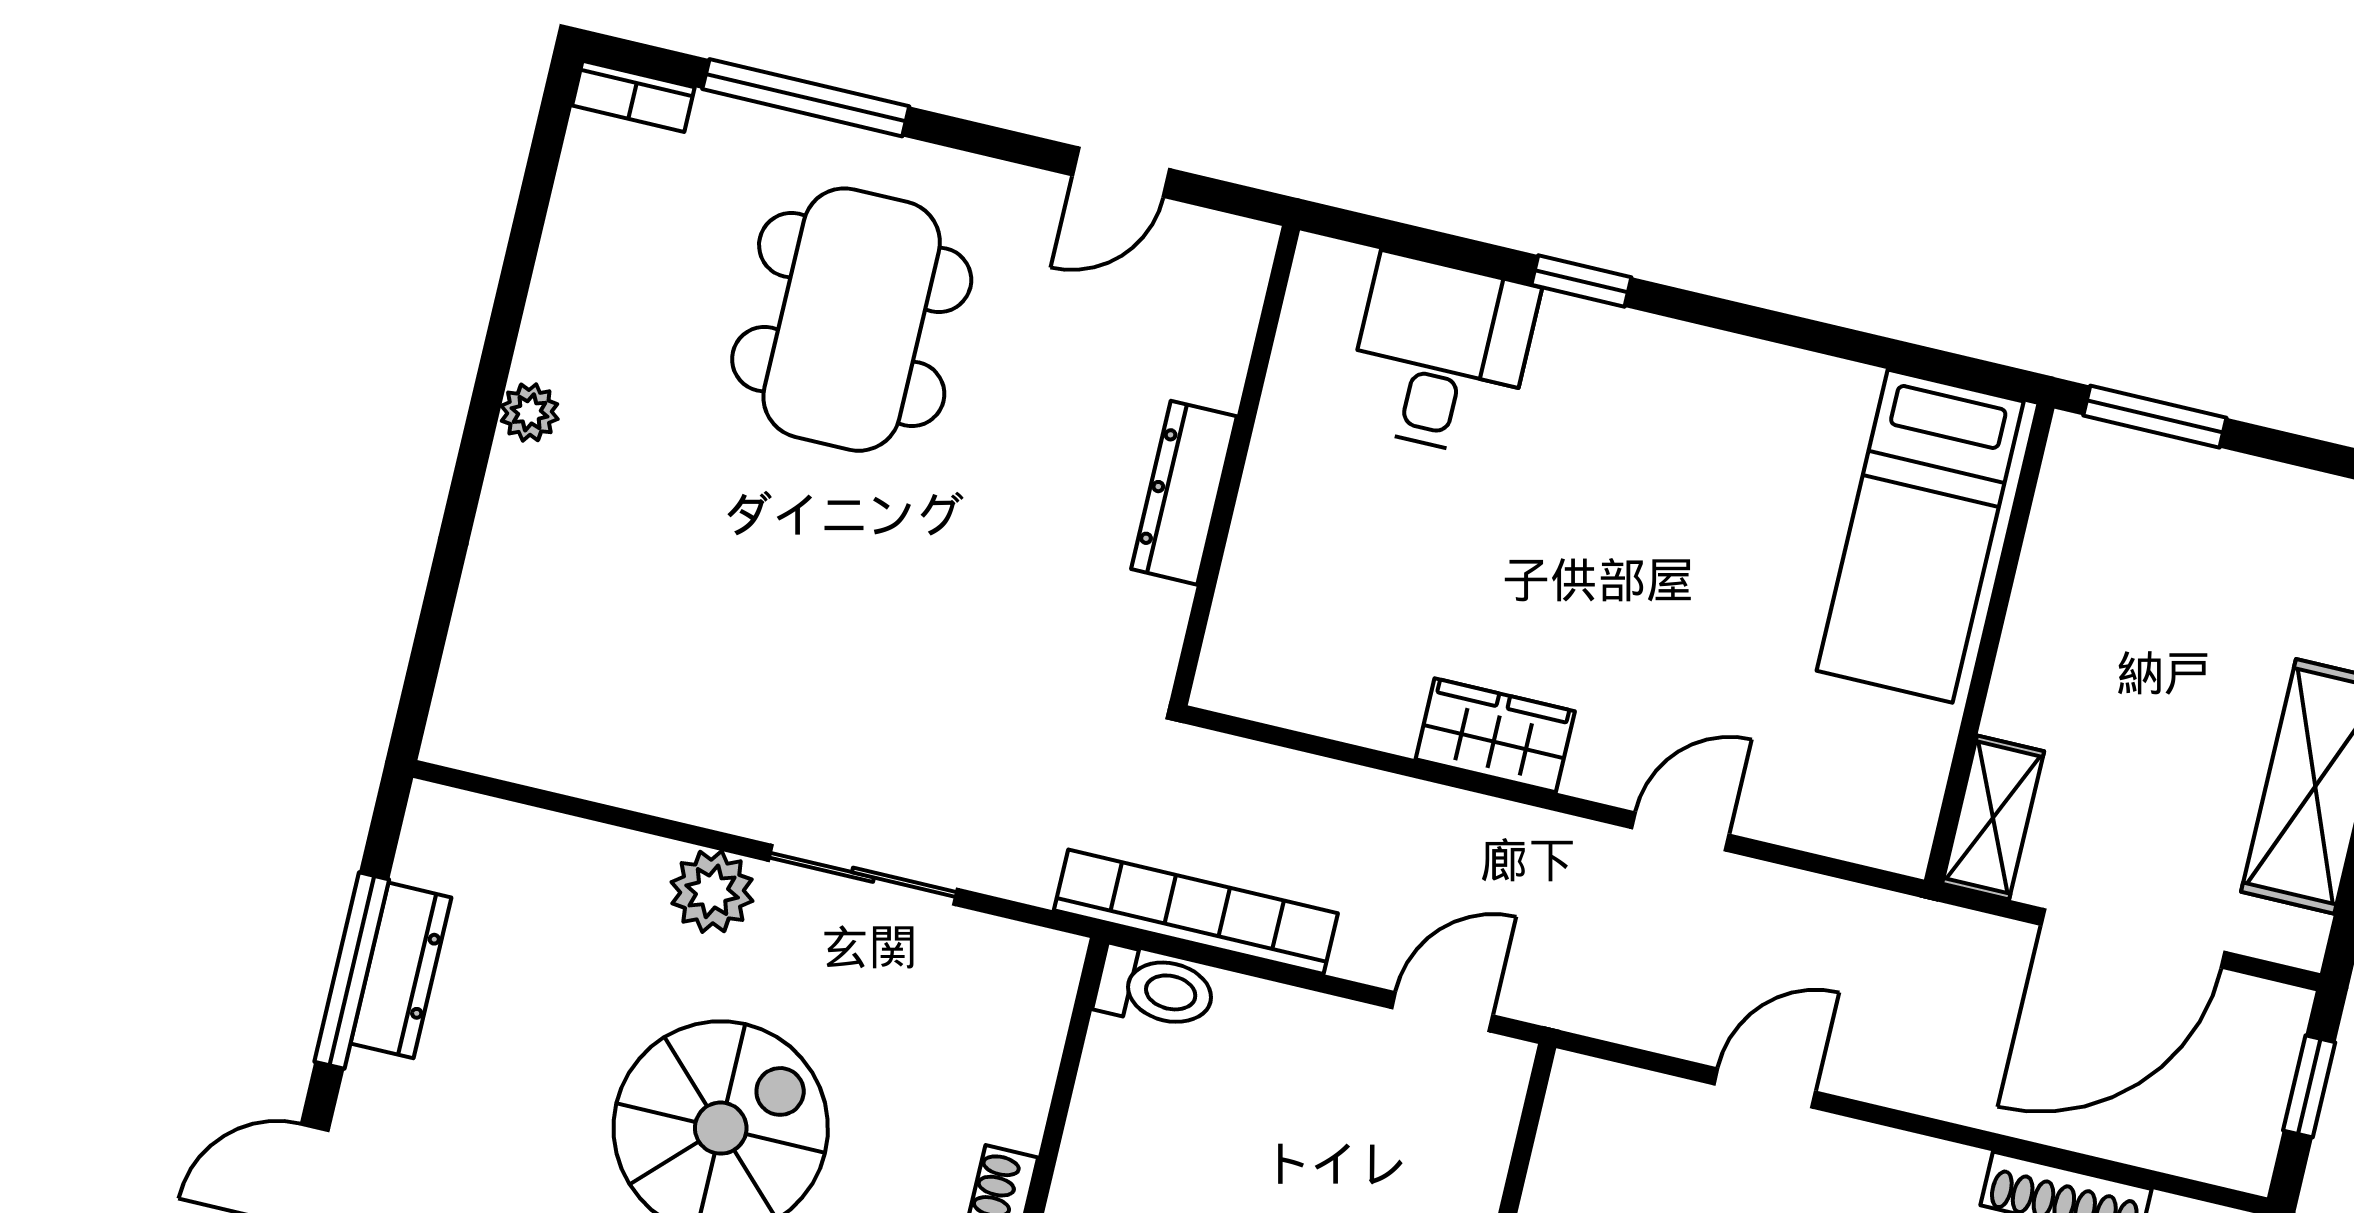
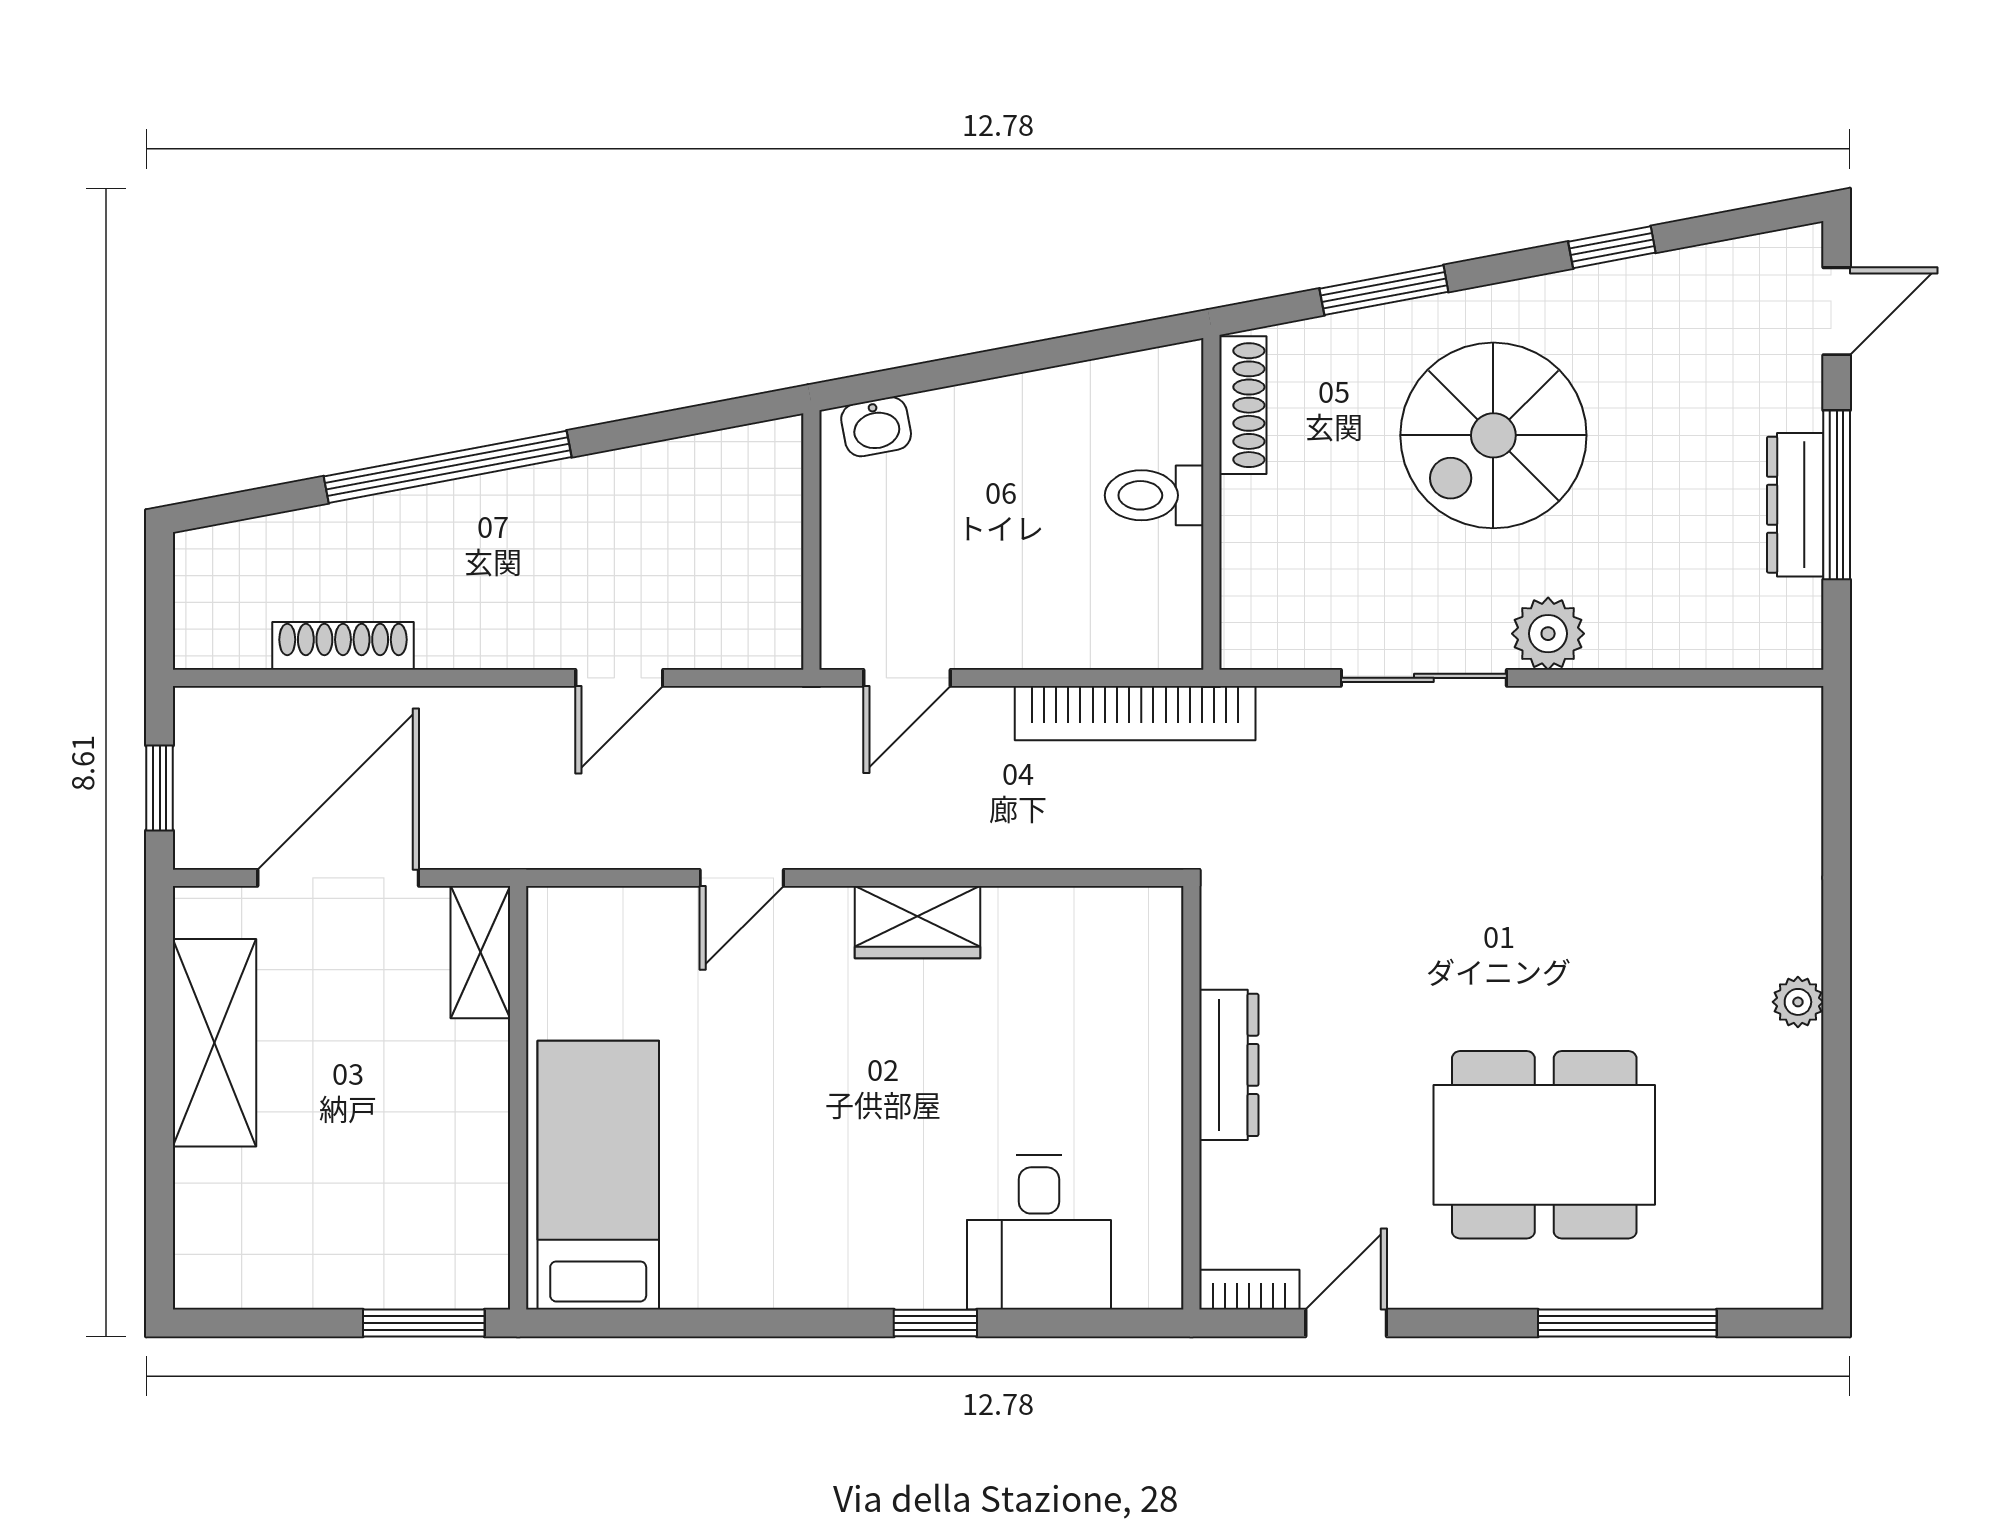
bookcase: (633, 96) -> (1249, 1290), moved
dining table: (852, 320) -> (1544, 1145), turned 90
toilet: (1155, 989) -> (1154, 495), moved

